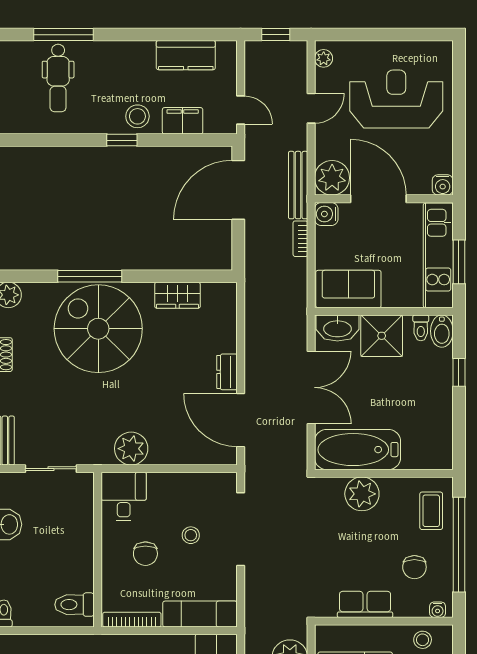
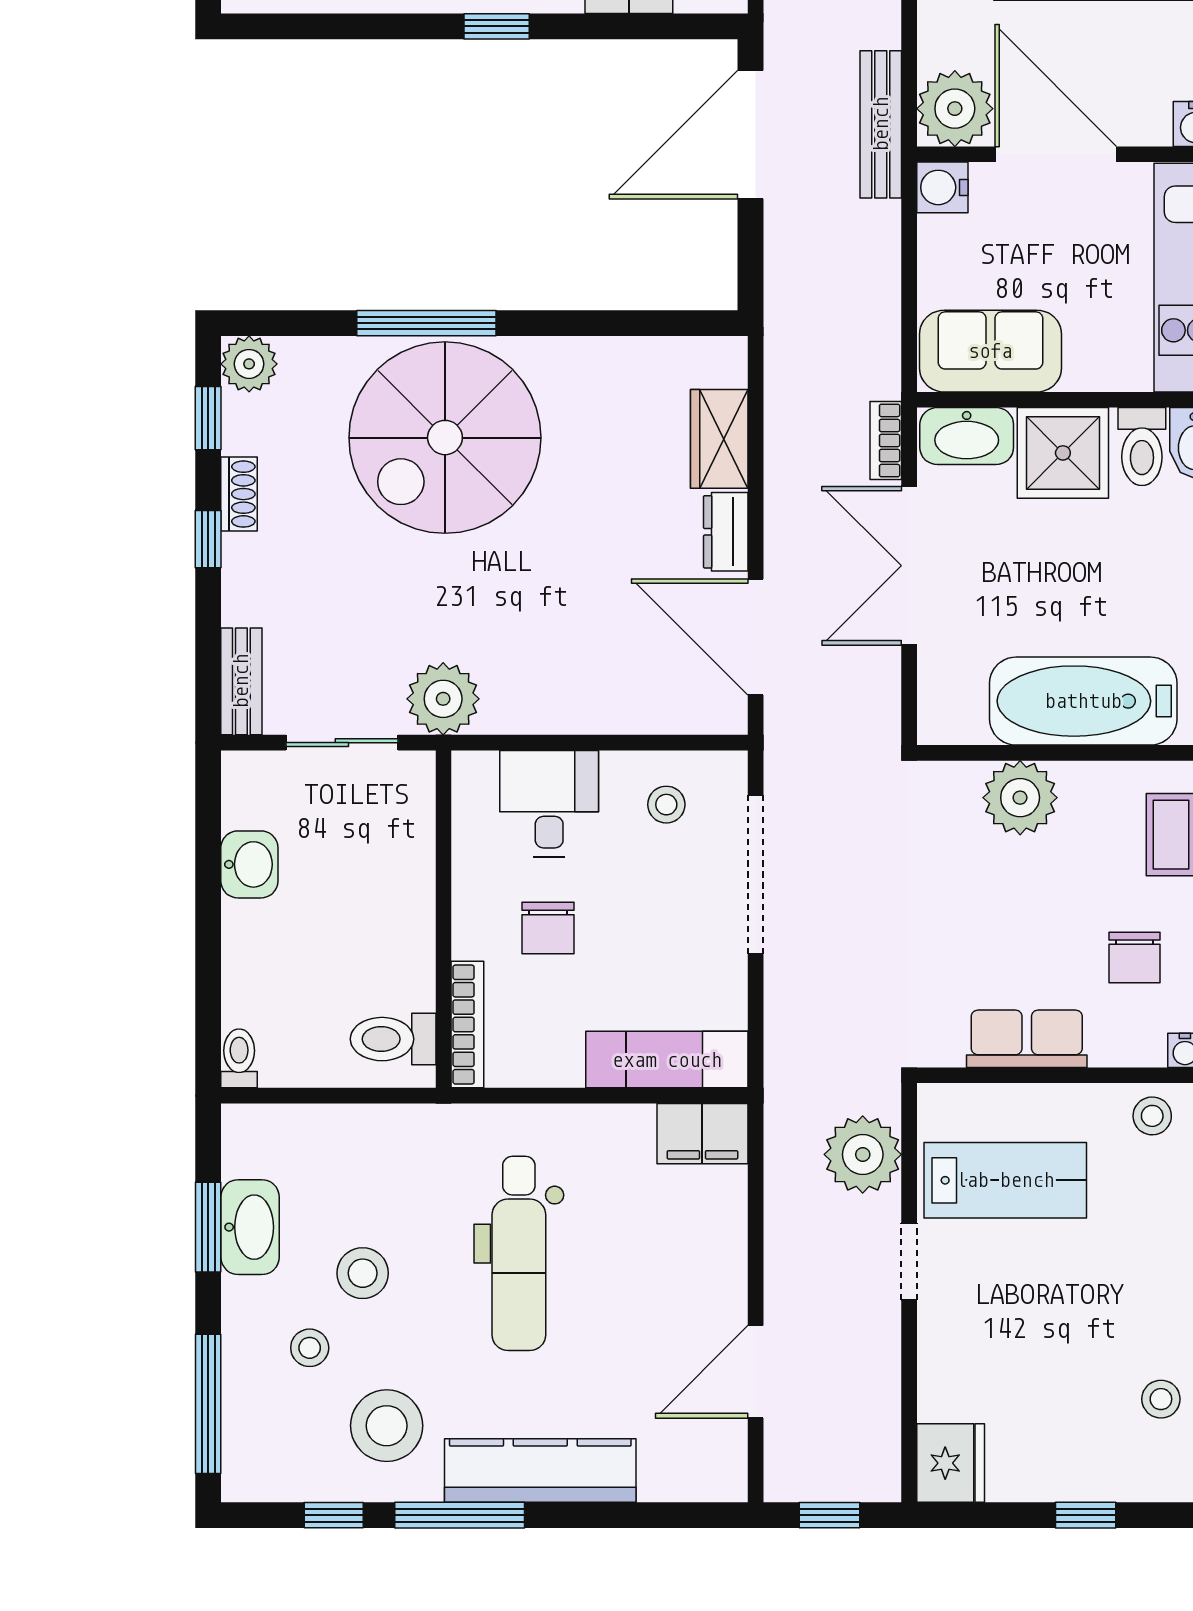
bookcase: (300, 239) -> (886, 440), moved
wardrobe: (177, 295) -> (719, 439), moved, turned 90
toilet: (421, 328) -> (1142, 447), width x1.37, depth x1.39
spiral stairs: (98, 329) -> (445, 438), turned -90
double door: (311, 387) -> (909, 566), swing flipped
plant: (131, 449) -> (443, 699), moved
bathtub: (358, 450) -> (1083, 701), moved
desk: (124, 497) -> (549, 803), moved
stool: (191, 535) -> (666, 805), moved
bookcase: (132, 620) -> (467, 1025), moved, turned 90

